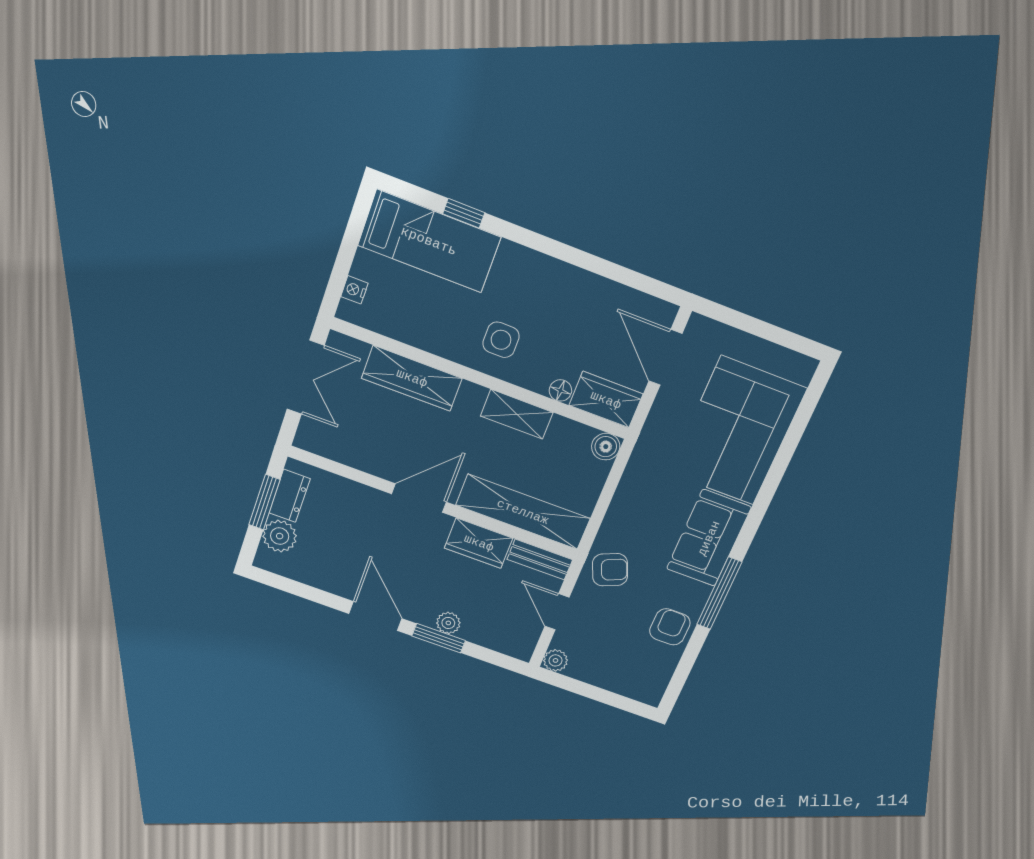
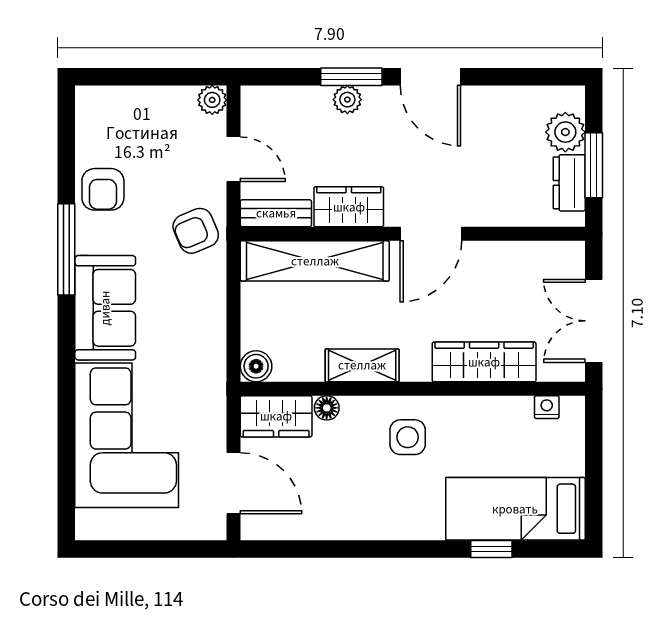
nightstand: (354, 290) -> (547, 407), moved, turned -90

